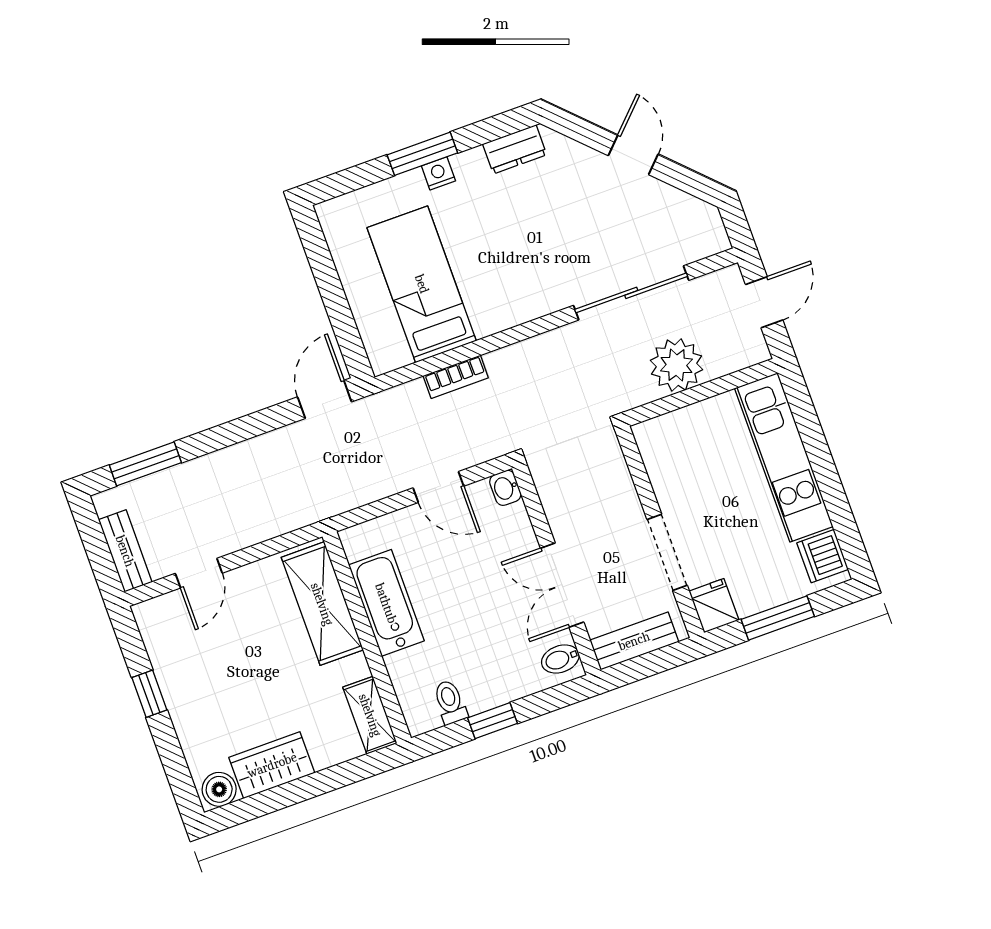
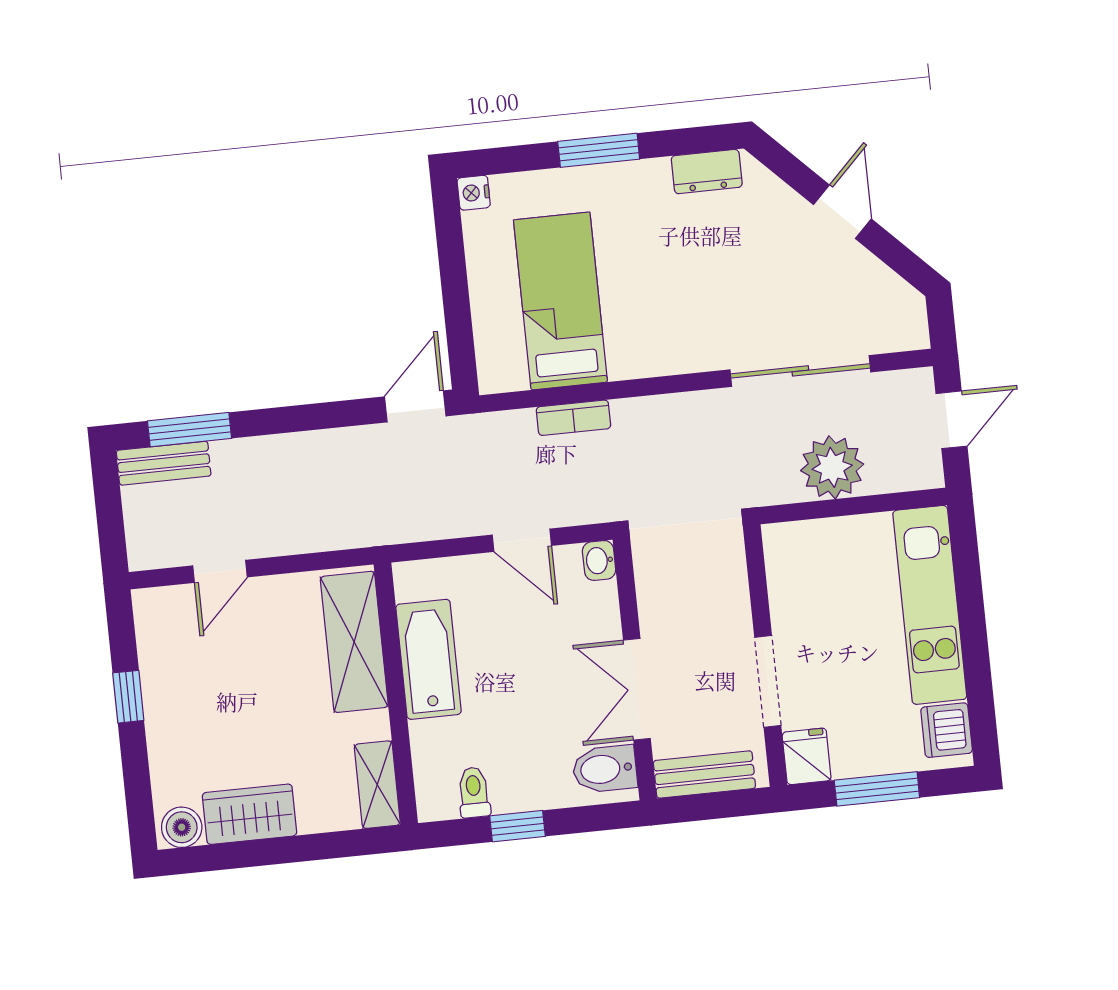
nightstand: (438, 173) -> (474, 193), moved, turned -90
bench: (125, 551) -> (164, 463), moved, turned 90
bidet: (560, 659) -> (605, 769), width x1.38, depth x1.36

